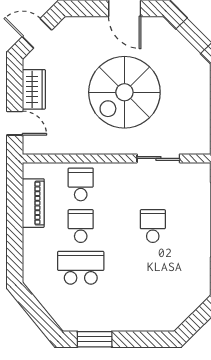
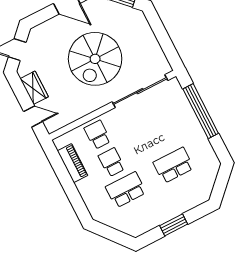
sliding door: (158, 158) -> (140, 91), width x1.86
school desk: (153, 226) -> (173, 165), moved, width x1.85
window: (95, 339) -> (174, 225), moved

